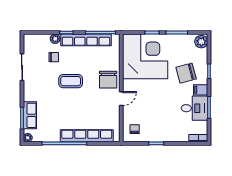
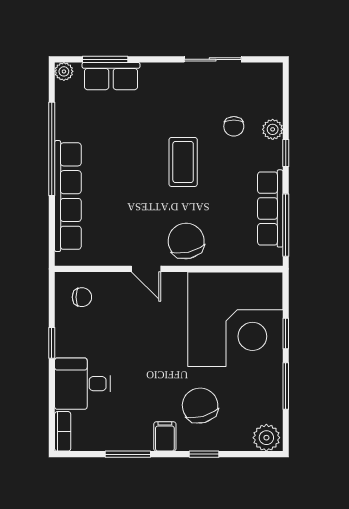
row of seats: (86, 40) -> (270, 208), width x0.73
chair: (108, 80) -> (186, 241), turned 77
desk: (194, 108) -> (83, 384), moved, turned 90

